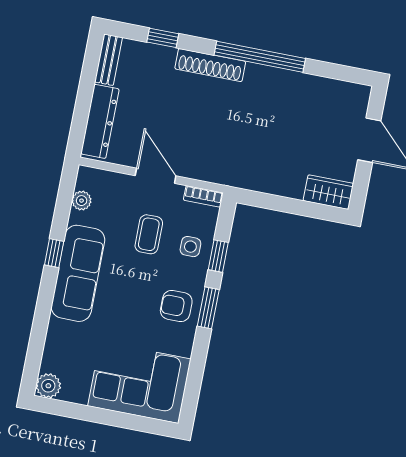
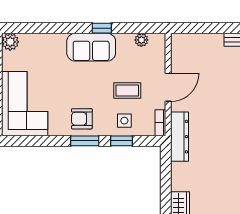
dresser: (100, 121) -> (180, 137), moved, turned -90
sofa: (78, 273) -> (91, 47), width x0.73
armchair: (176, 306) -> (82, 119), turned -90

